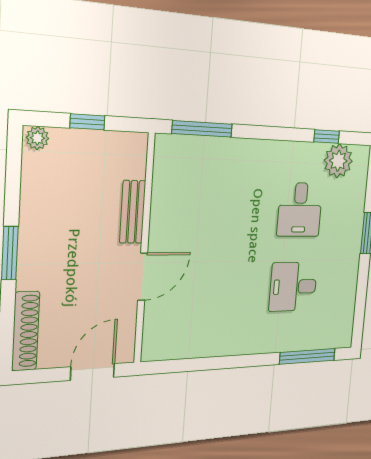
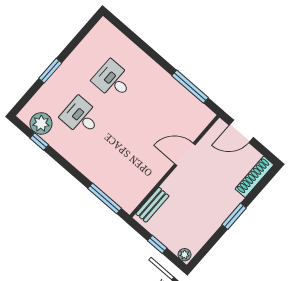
desk: (300, 210) -> (81, 117), turned -90
bench: (133, 212) -> (152, 205), moved
desk: (293, 287) -> (113, 80), turned 180
window: (307, 356) -> (190, 87), moved

